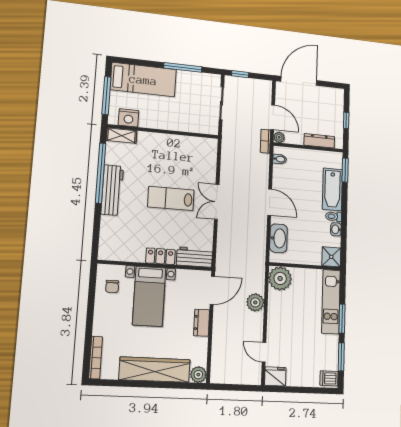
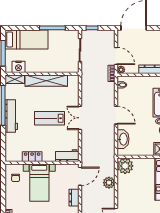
shelving: (169, 142) -> (46, 81), added
locker: (160, 256) -> (32, 157), moved

